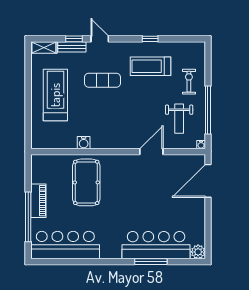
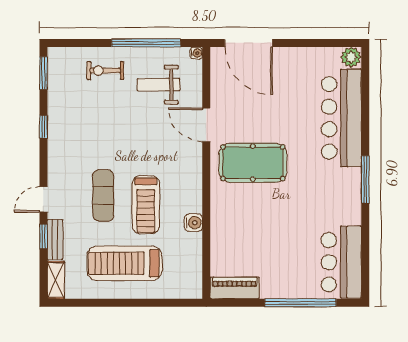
window: (187, 39) -> (43, 73), added
treadmill: (151, 66) -> (146, 205), moved
weight bench: (179, 119) -> (159, 85), turned 180
pool table: (86, 182) -> (253, 163), moved
piano: (38, 201) -> (235, 288), moved
bar counter: (65, 245) -> (341, 262), width x0.73
window: (151, 262) -> (365, 179), moved

